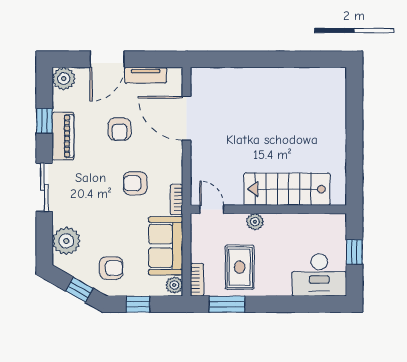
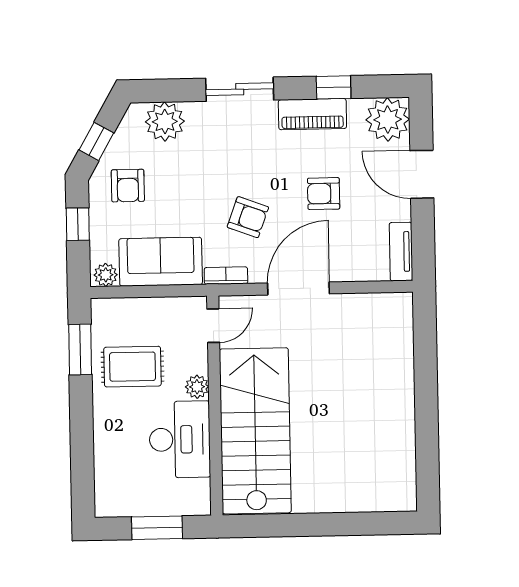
tv unit: (146, 75) -> (401, 252), moved
plant: (64, 79) -> (388, 119), width x1.36, depth x1.36
door: (187, 118) -> (299, 288), moved
armchair: (135, 183) -> (248, 217), turned 110
stairs: (287, 189) -> (255, 431), width x1.36, depth x1.51
window: (354, 252) -> (157, 528), width x1.50
desk: (319, 275) -> (180, 439), moved, turned 180
bookcase: (197, 280) -> (114, 307), removed

